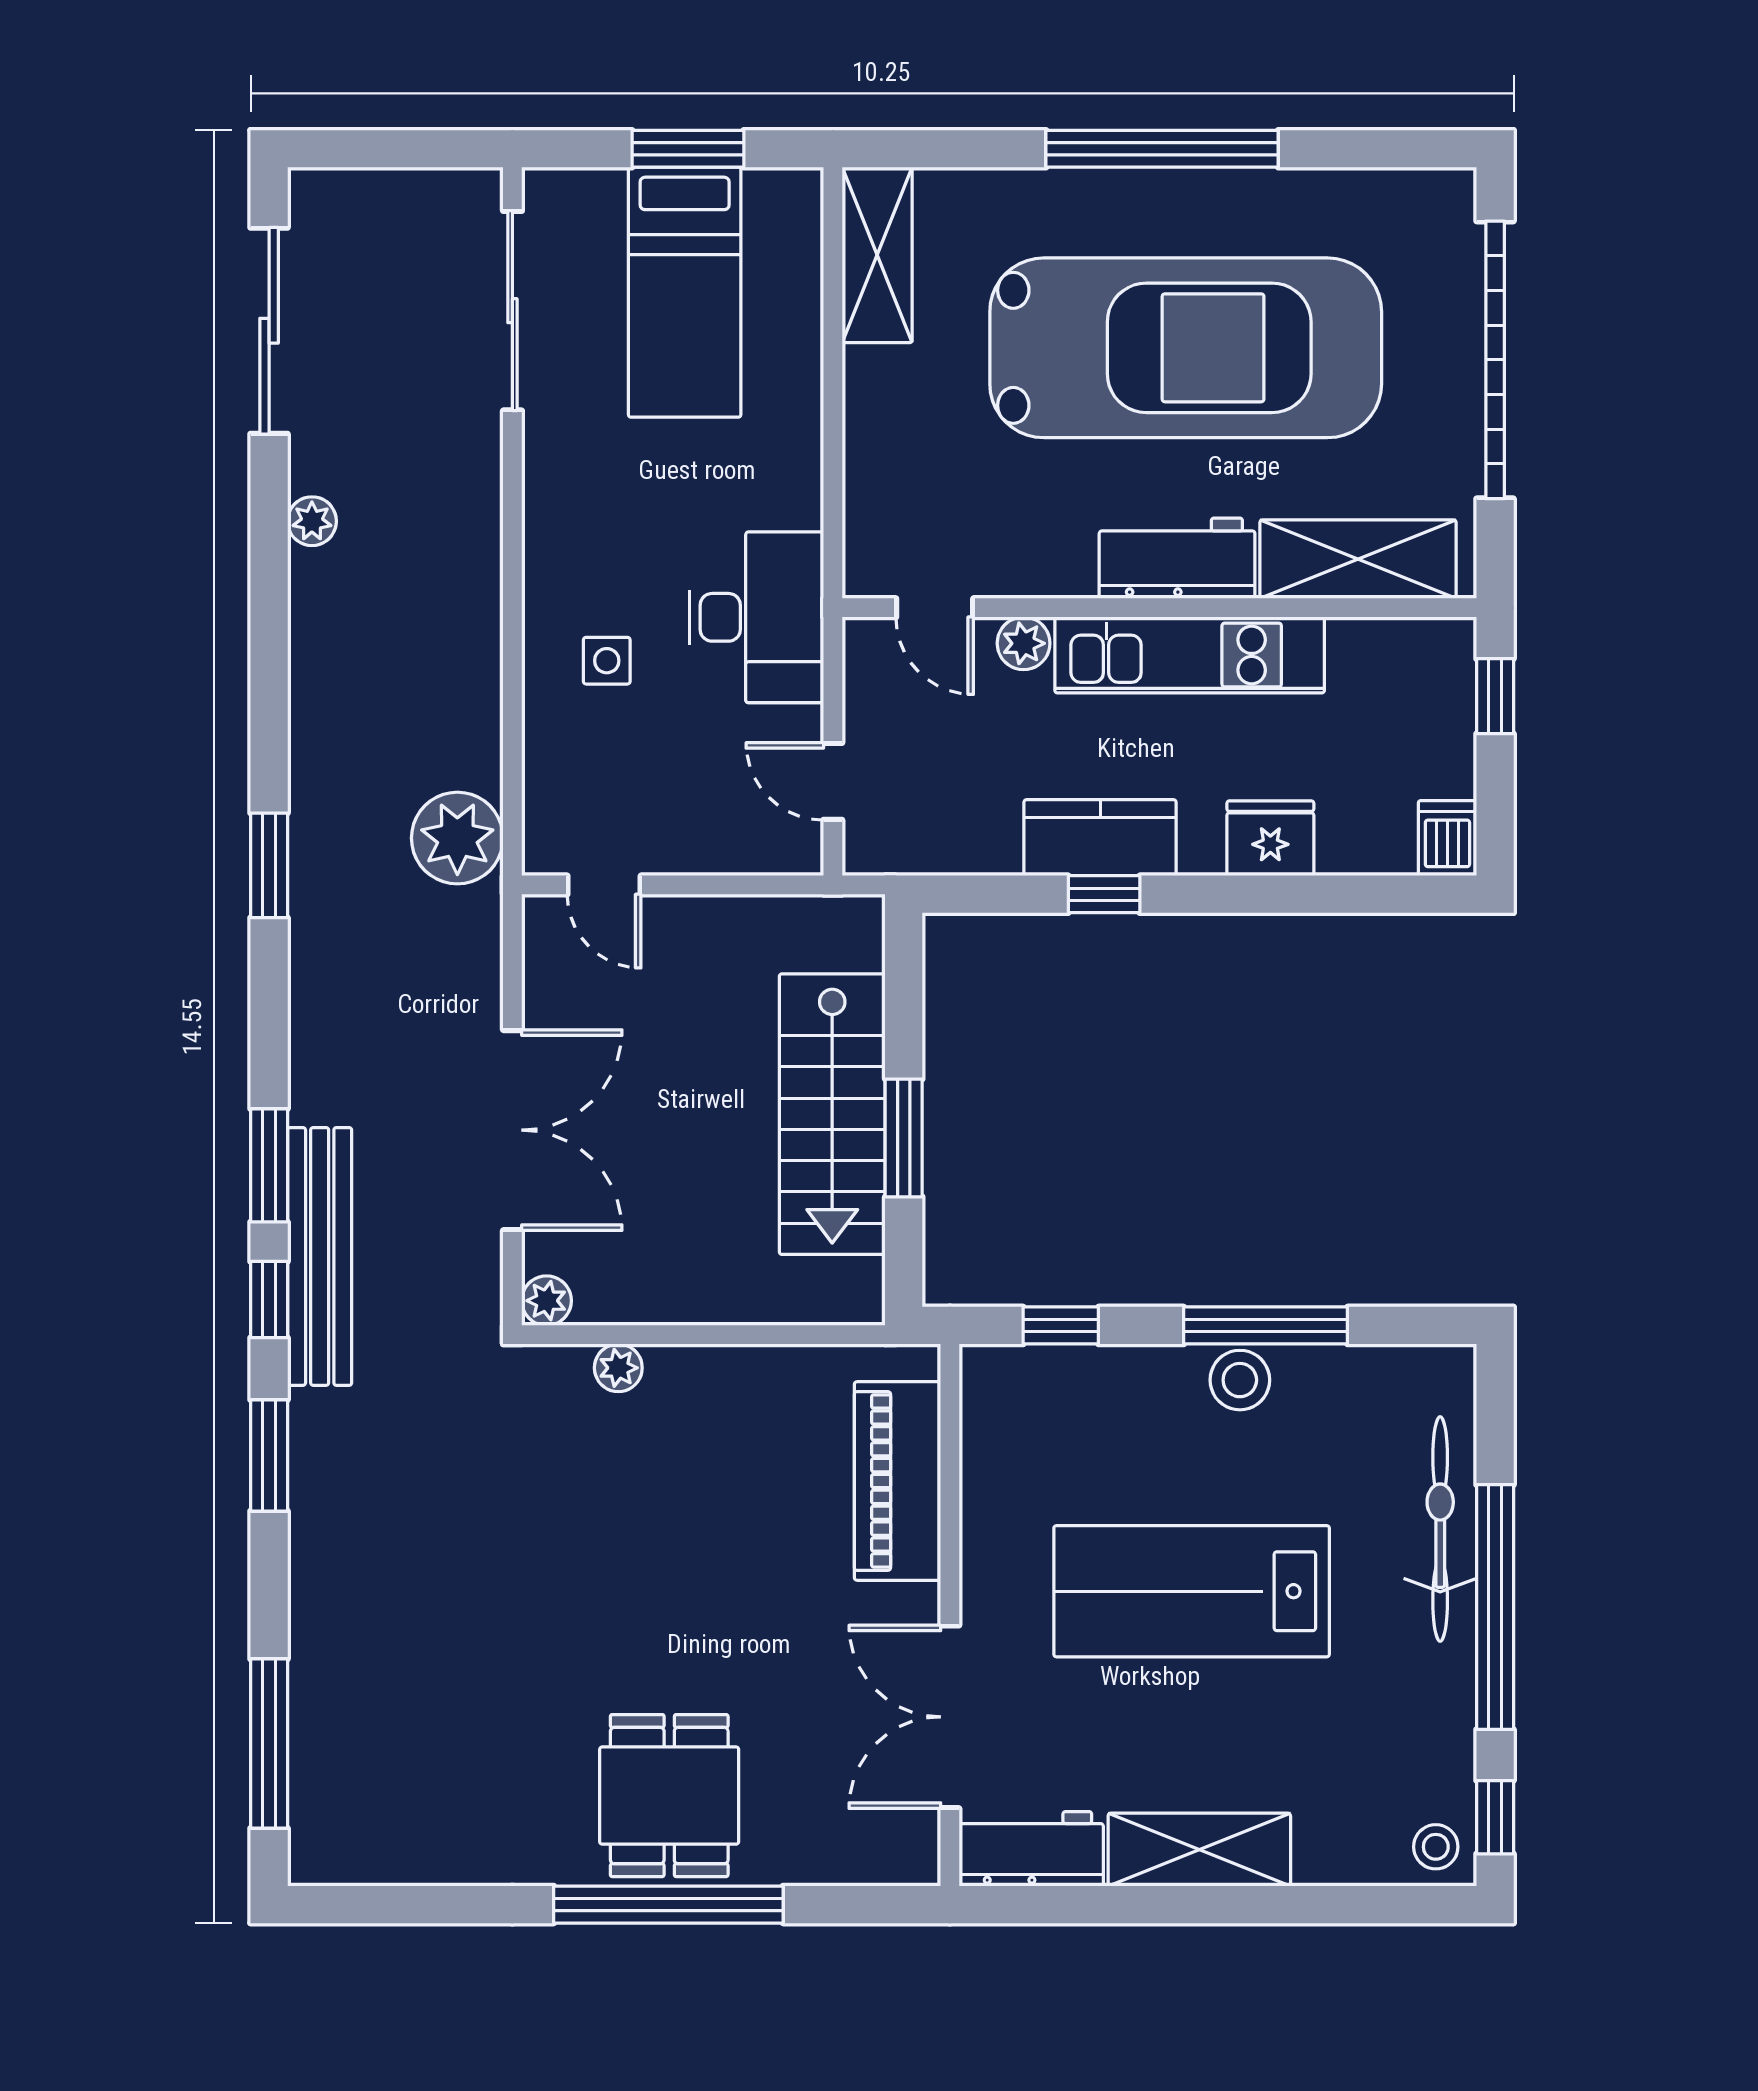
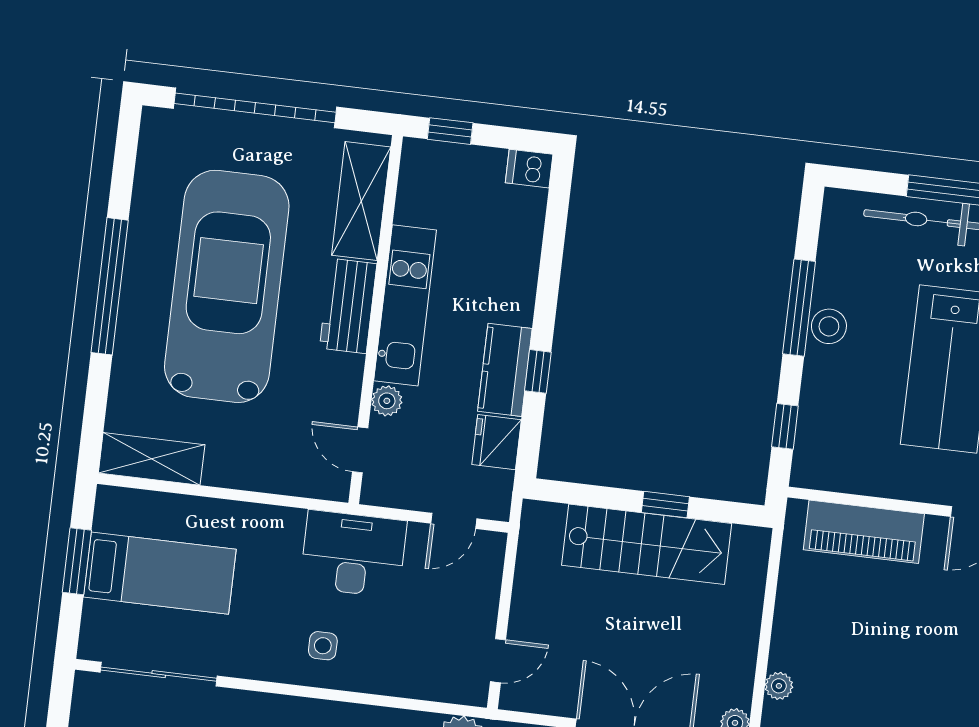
door: (935, 608) -> (360, 450), swing flipped
side table: (607, 661) -> (323, 646), moved
fridge: (1270, 838) -> (497, 442), moved
window: (904, 1138) -> (665, 505), width x0.67

